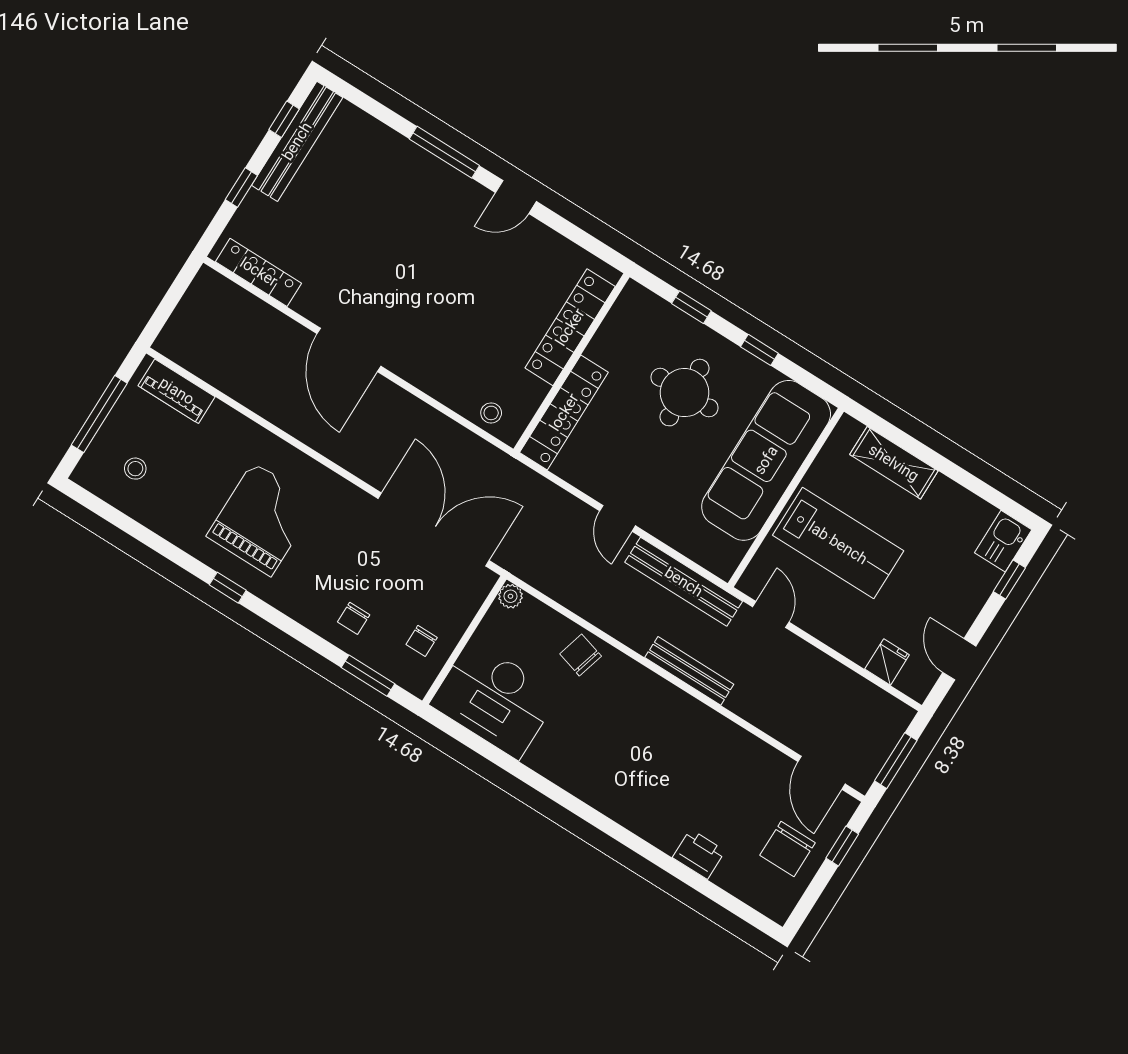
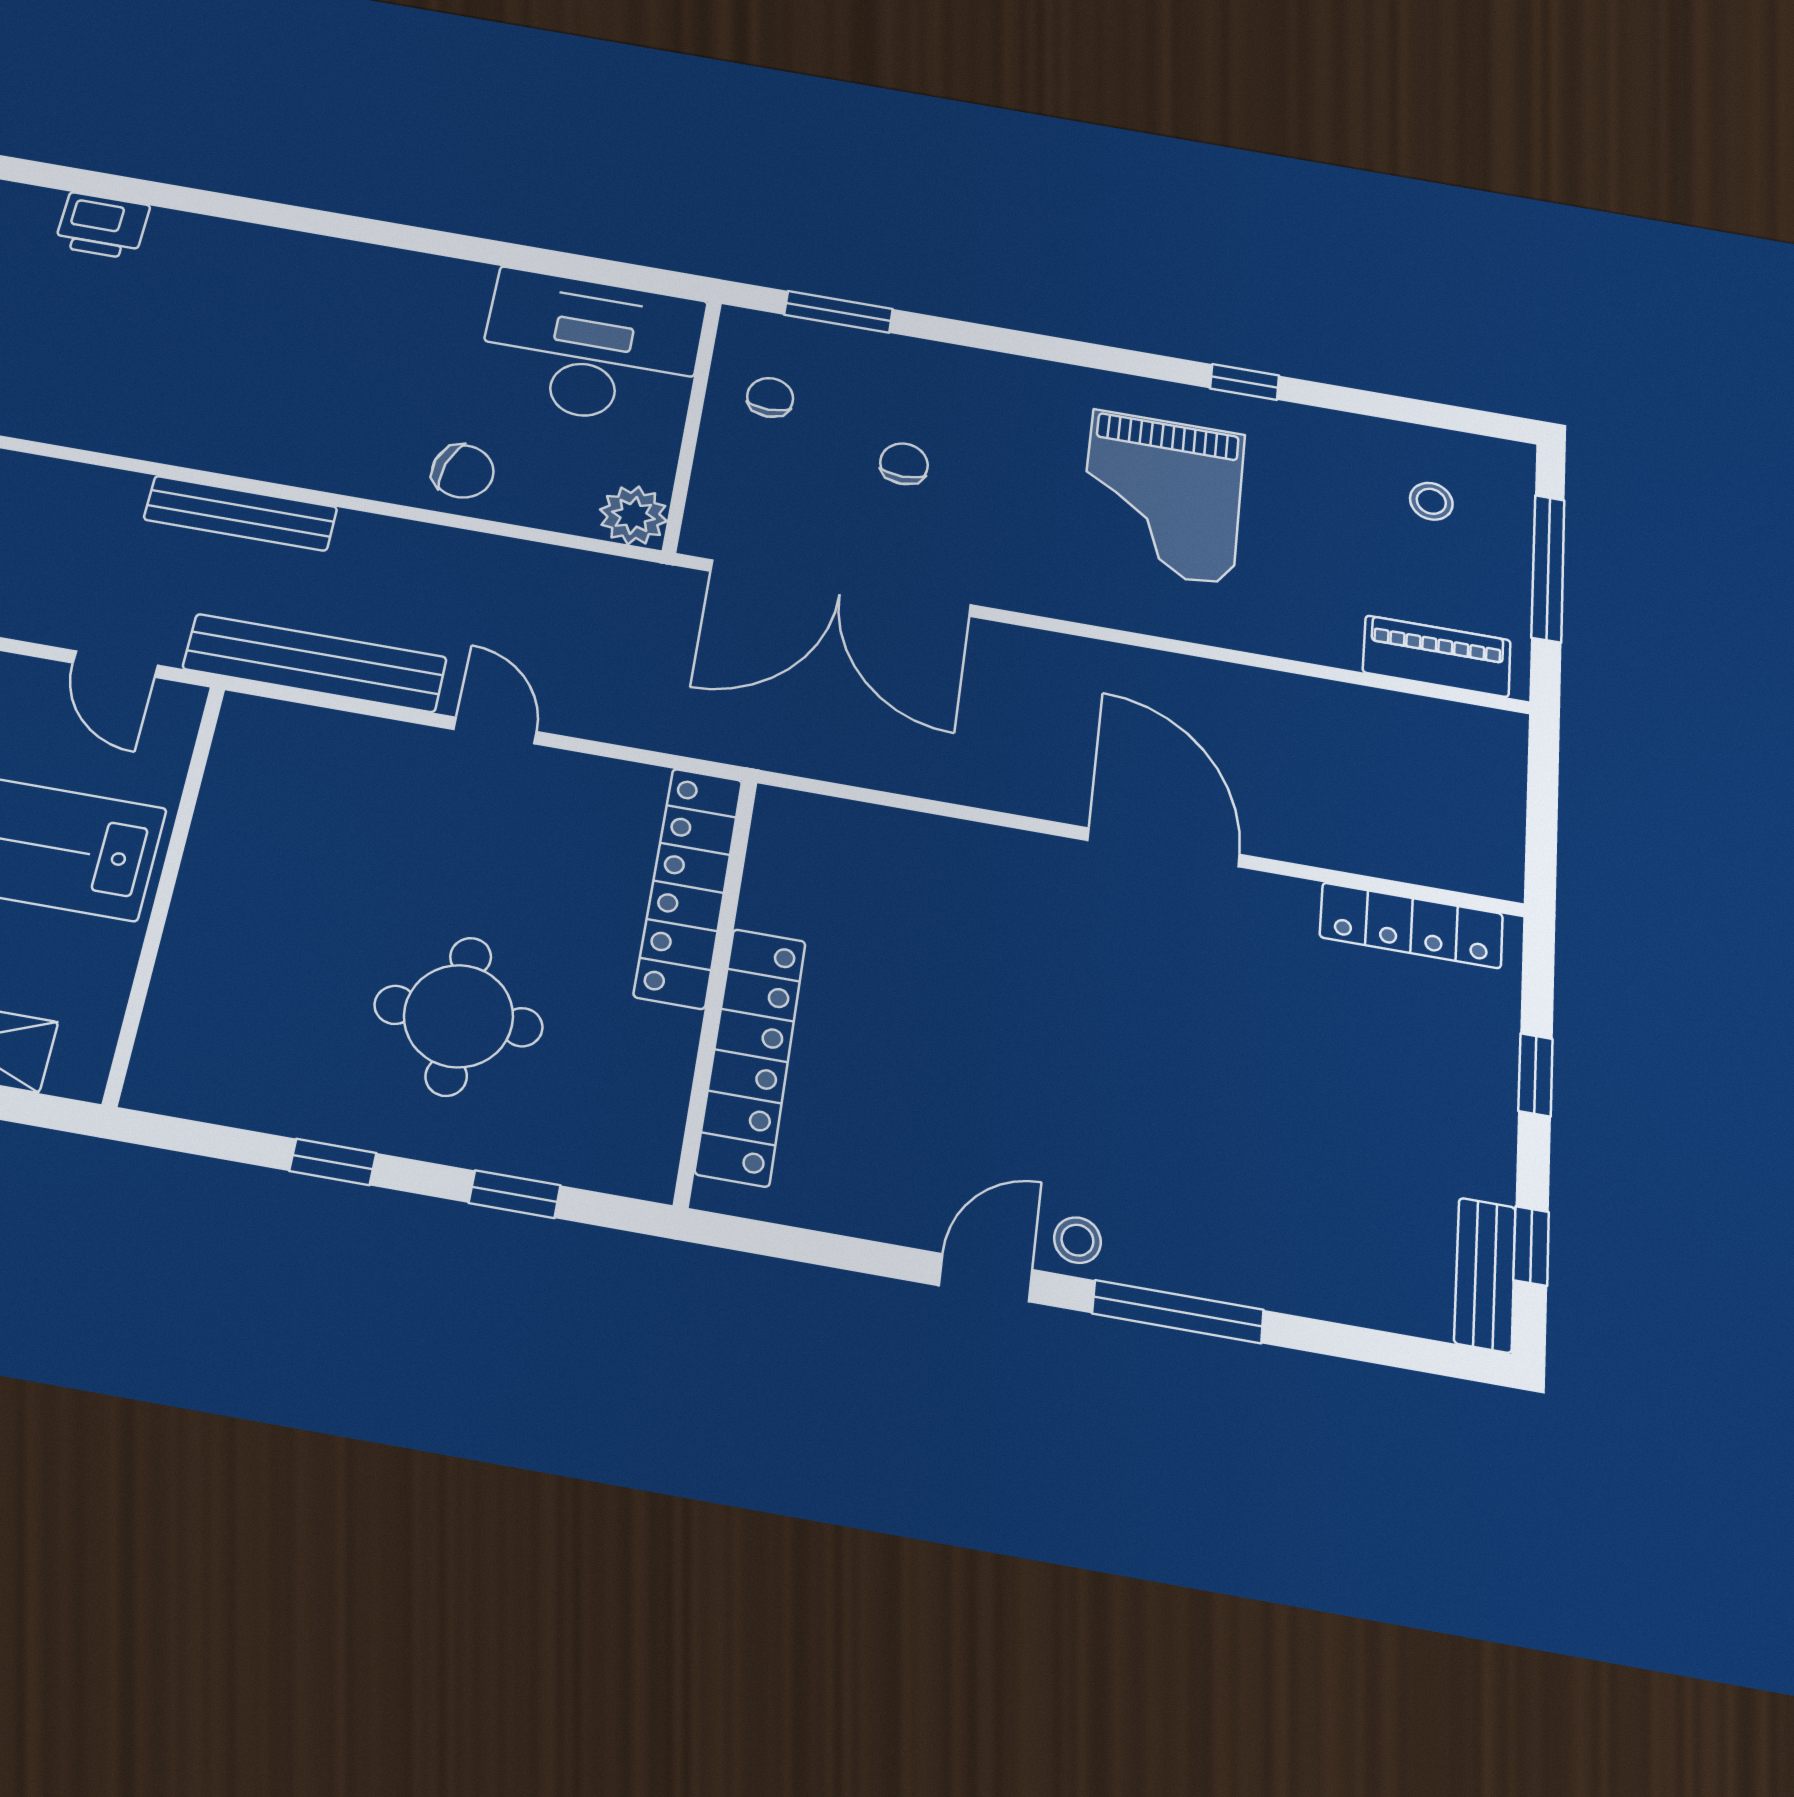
bench: (297, 141) -> (1485, 1275), width x0.54, depth x0.82
stool: (491, 413) -> (1077, 1240), moved
sofa: (766, 460) -> (234, 946), removed
window: (228, 588) -> (1245, 382), moved
plant: (510, 596) -> (633, 515), width x1.38, depth x1.38
chair: (354, 618) -> (904, 464), moved

